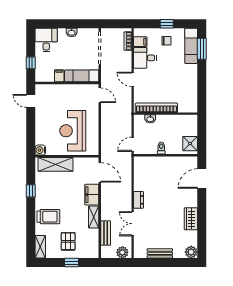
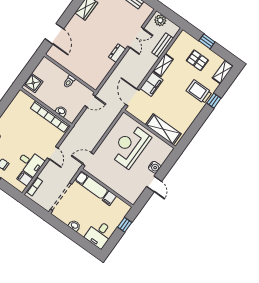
door: (100, 95) -> (88, 159), hinge flipped
door: (31, 101) -> (154, 184), moved
reception desk: (73, 131) -> (130, 146), turned 180
shower: (190, 144) -> (33, 83), moved
water cooler: (40, 150) -> (154, 167), moved
door: (202, 179) -> (54, 34), hinge flipped
window: (31, 191) -> (214, 101), moved
pallet: (68, 241) -> (197, 60), turned 90

